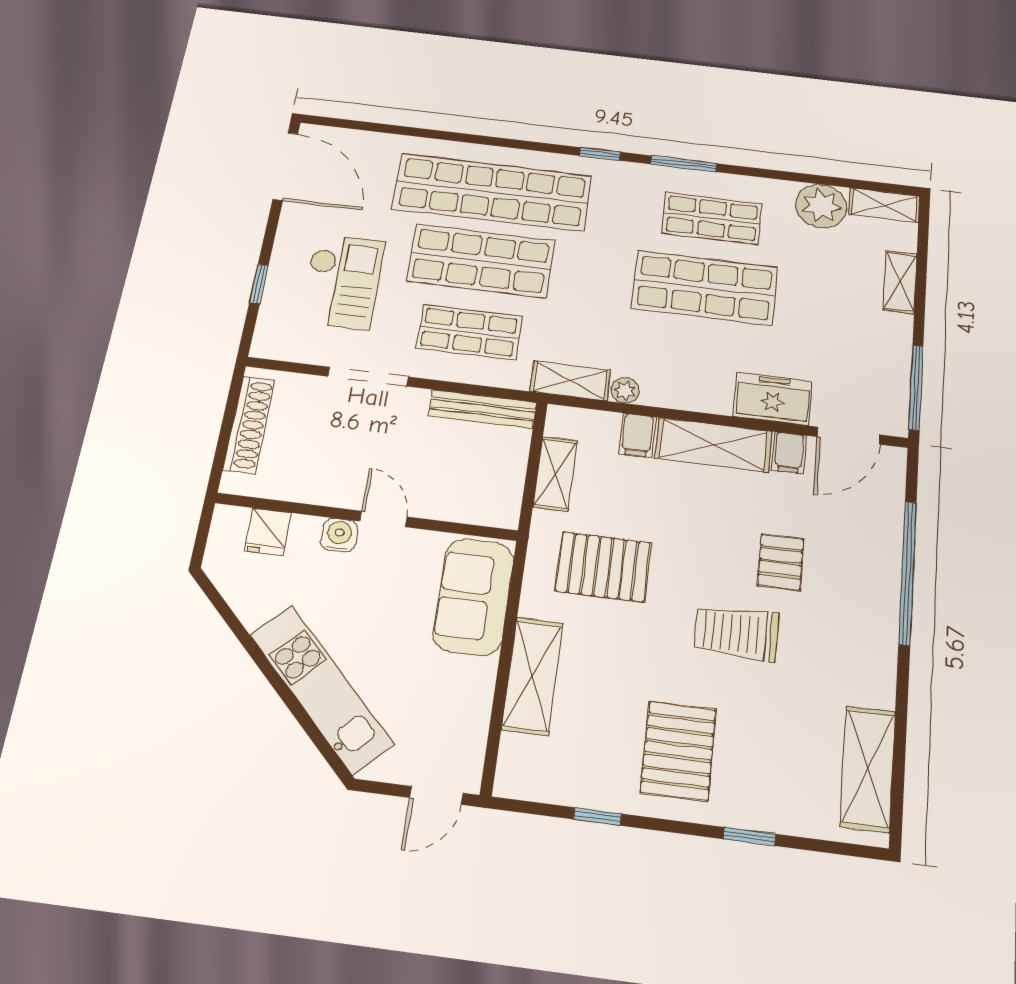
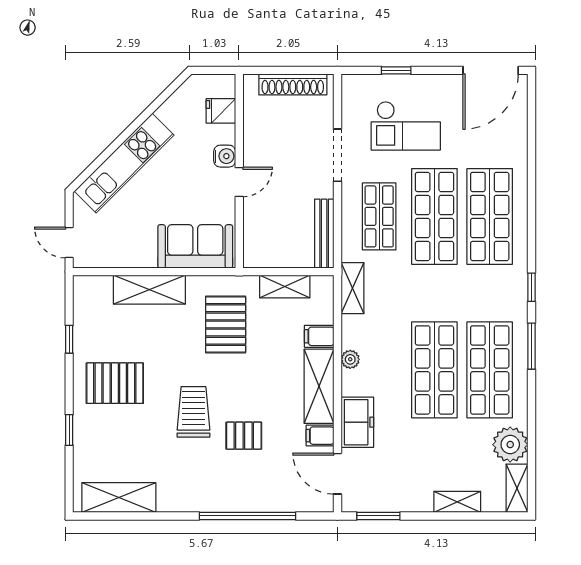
shop shelf: (492, 192) -> (490, 216), width x0.71
shop shelf: (712, 218) -> (490, 370), width x1.43, depth x1.36
window: (916, 388) -> (378, 516), width x0.69
plant: (625, 390) -> (350, 359), moved

